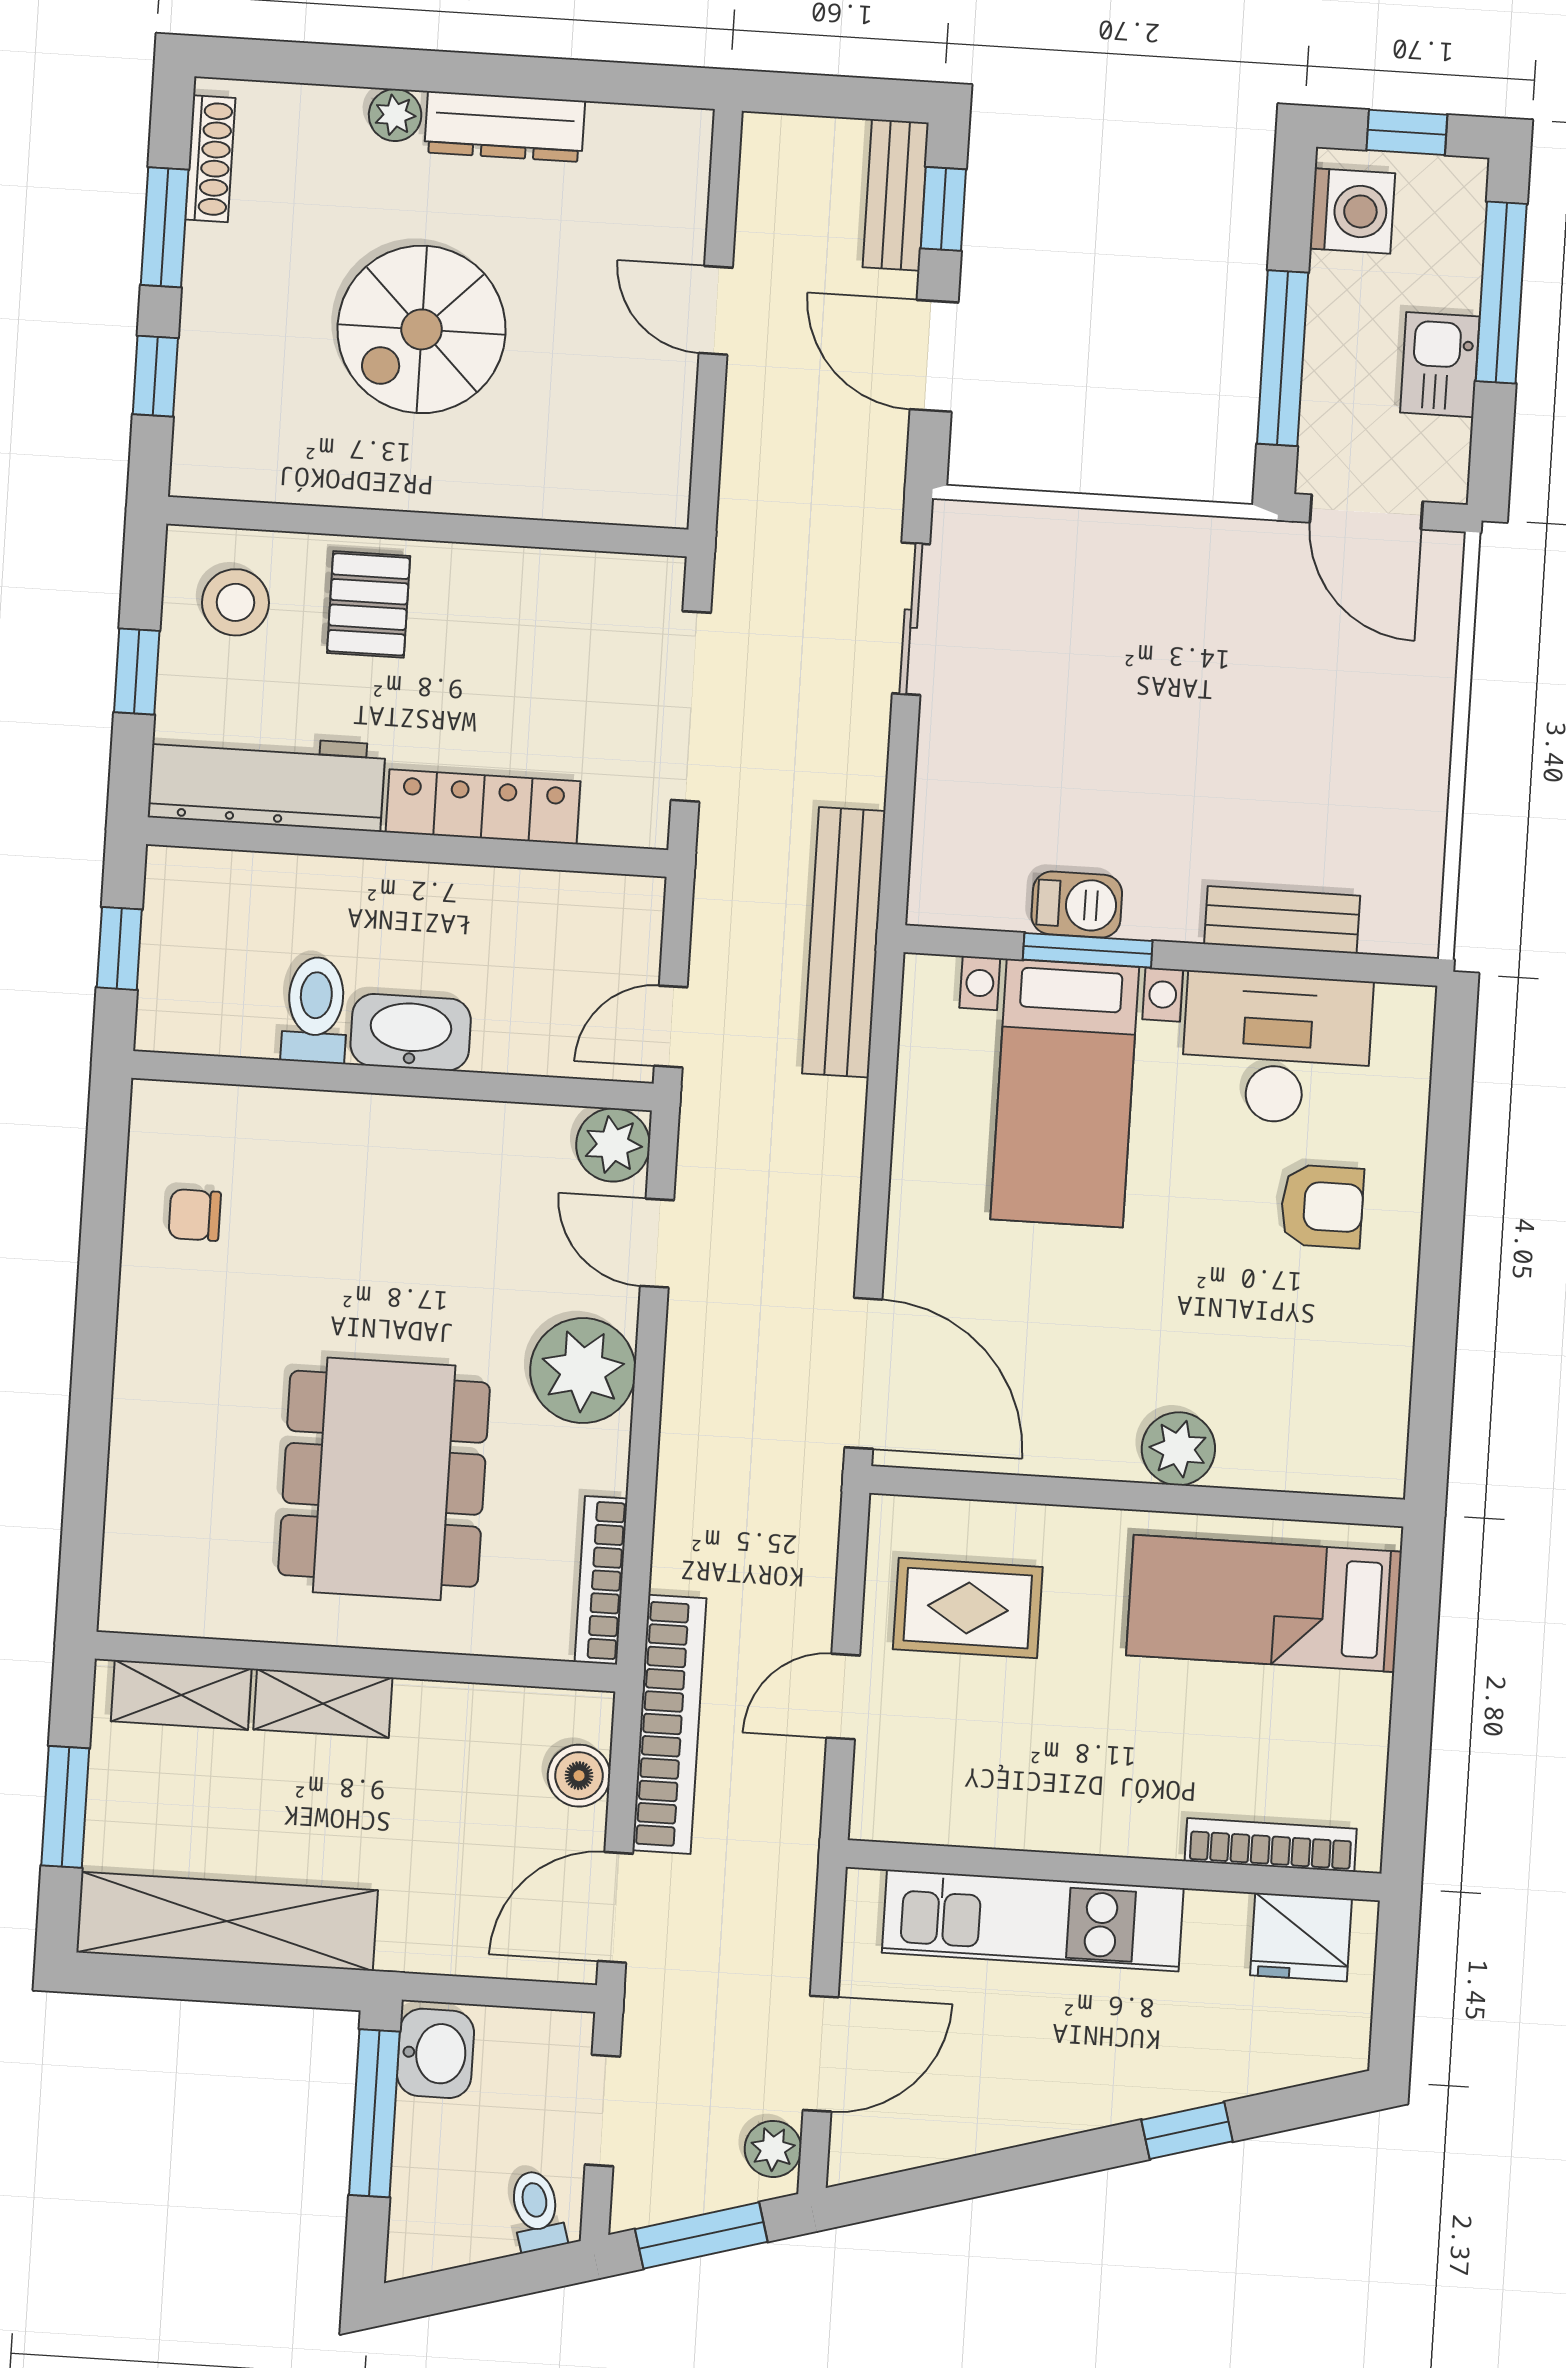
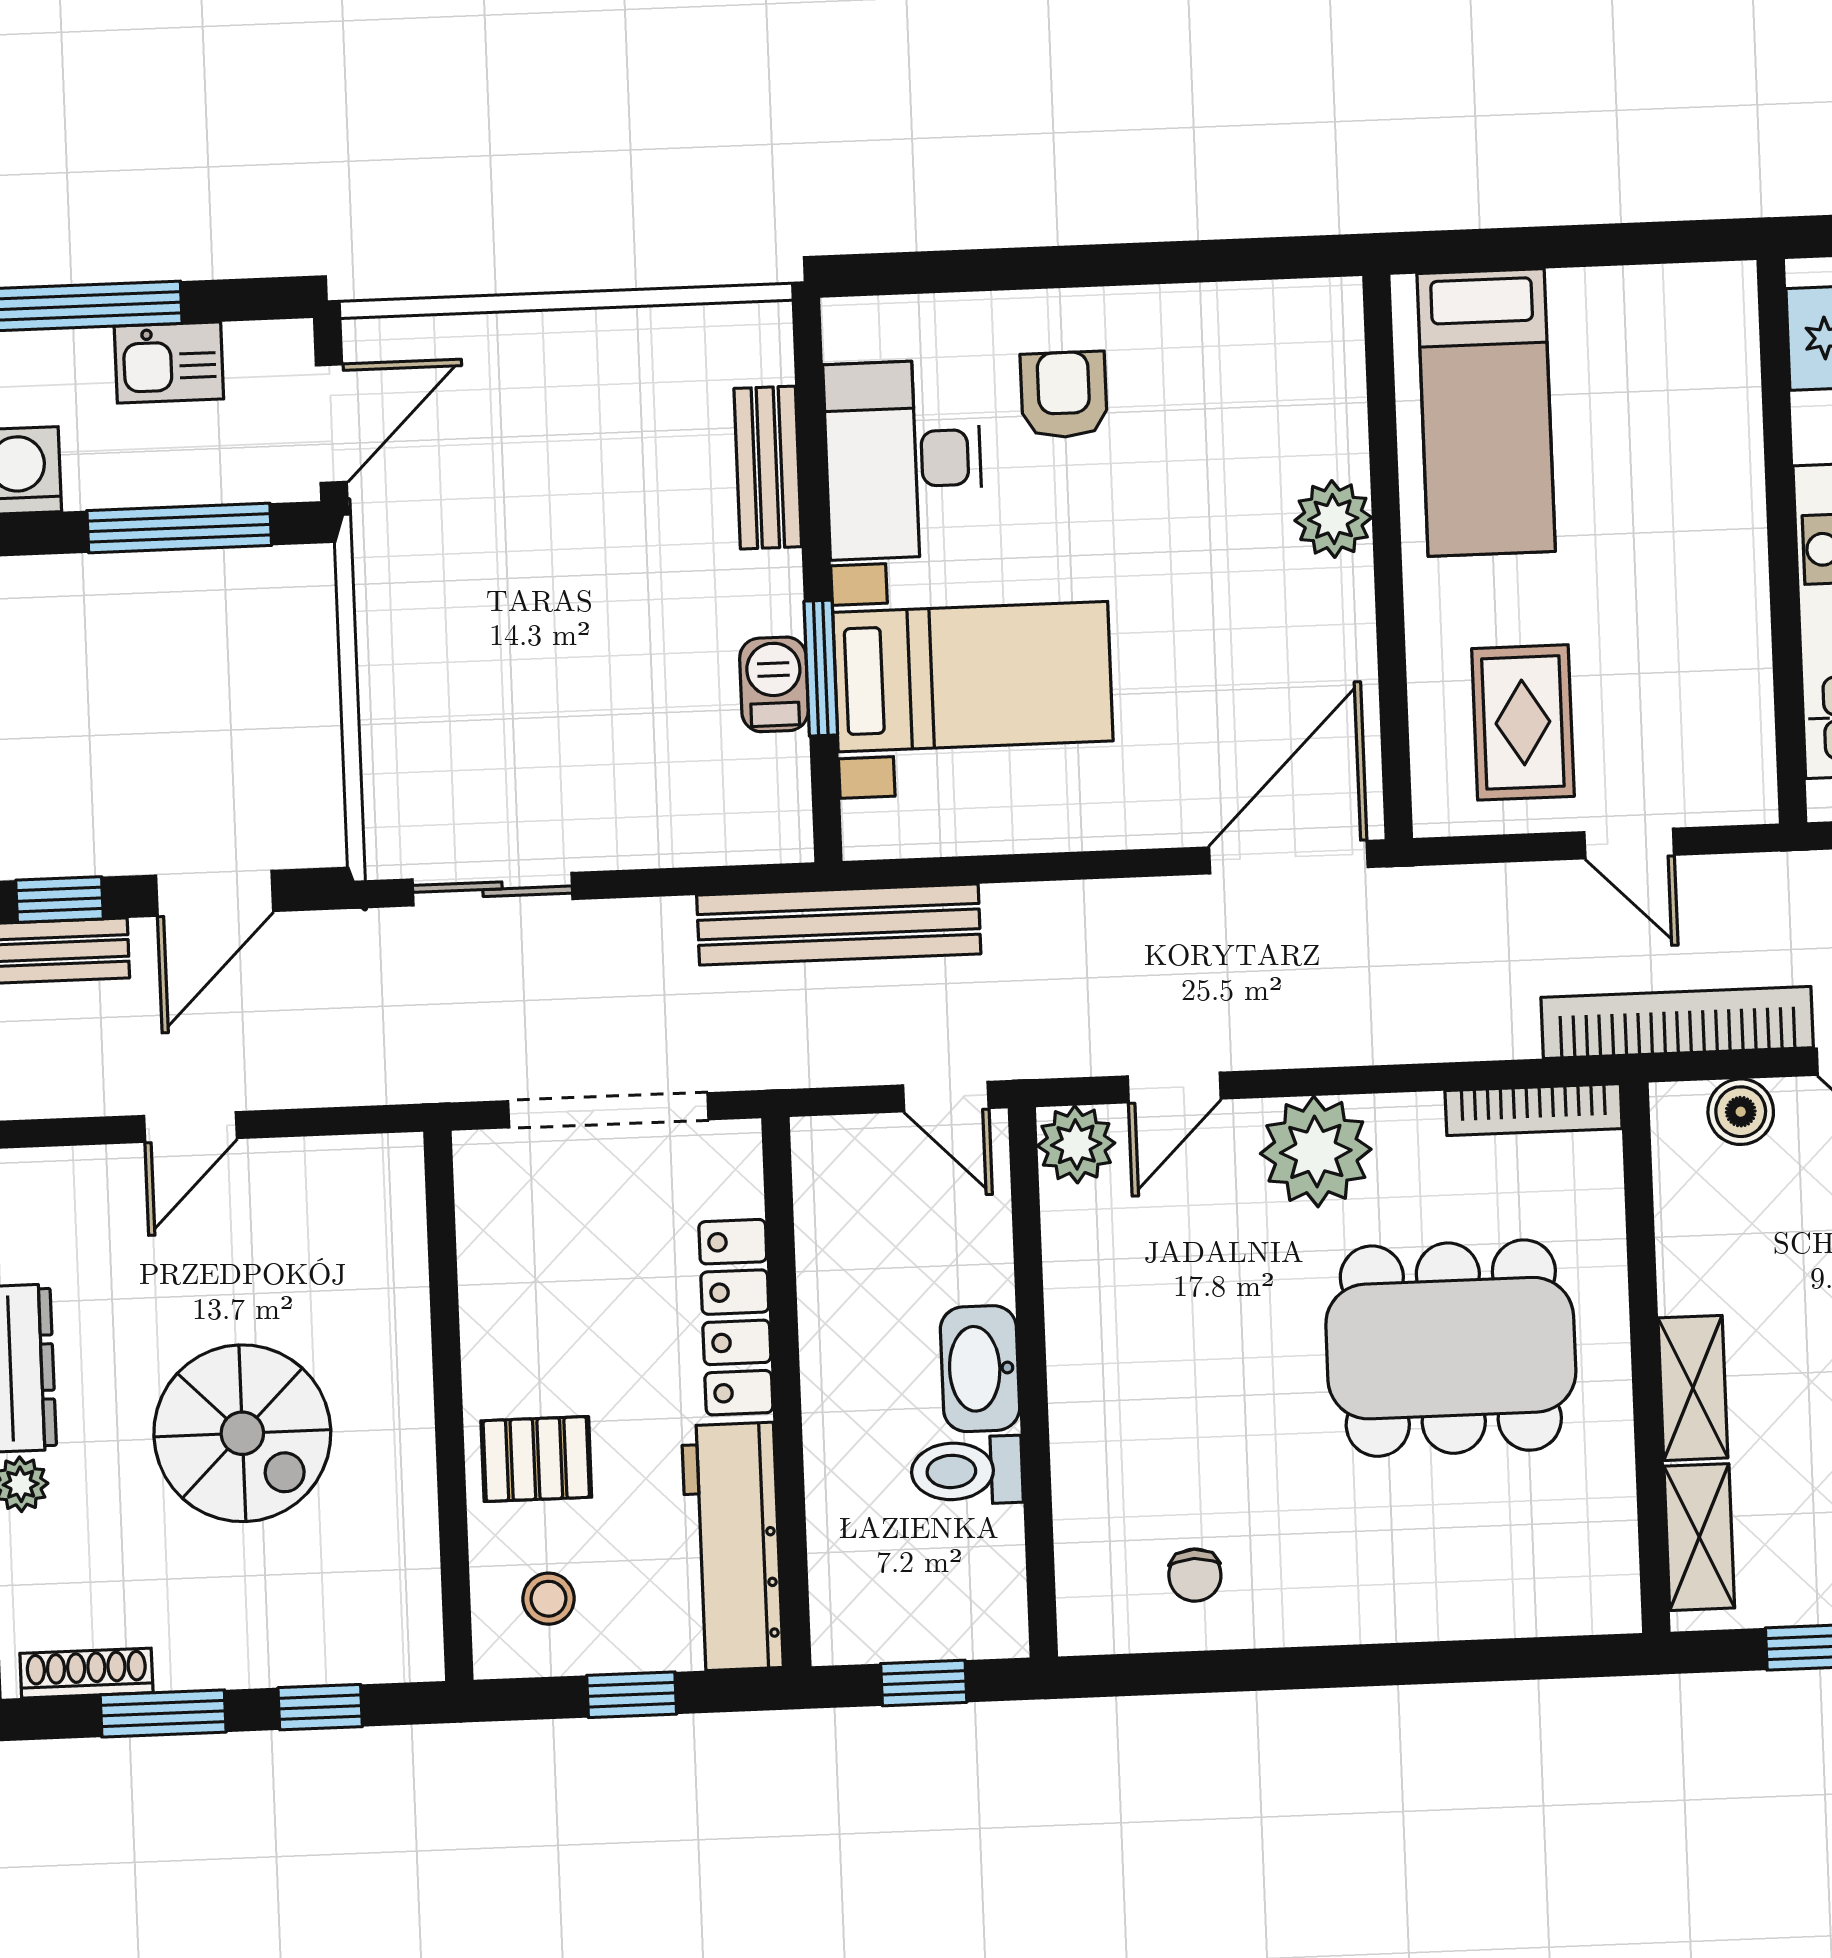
stool: (235, 602) -> (549, 1599), width x0.73, depth x0.73
bookcase: (1271, 1845) -> (1738, 379), removed

